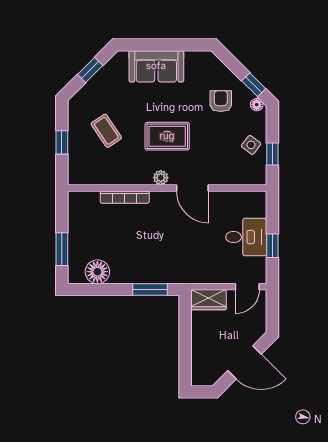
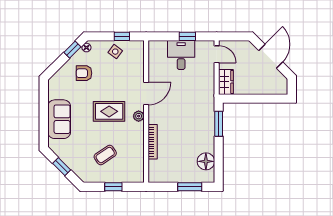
rug: (167, 136) -> (109, 111), turned 90

